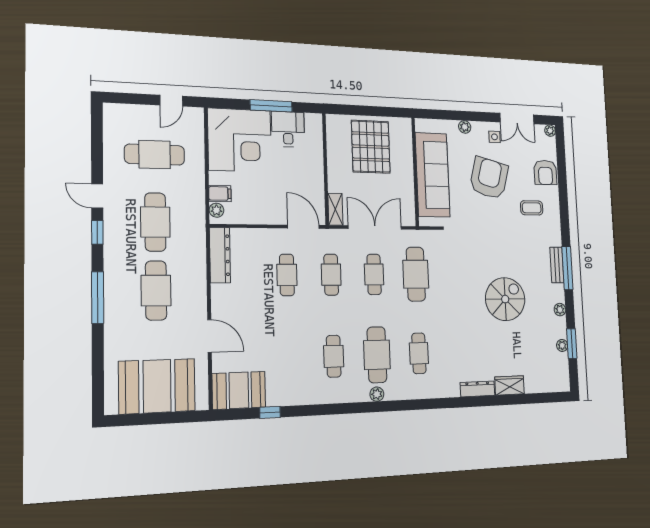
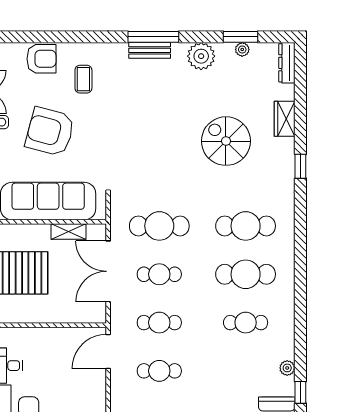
shelving: (335, 209) -> (69, 232), moved
spiral stairs: (505, 299) -> (226, 141), moved
plant: (560, 310) -> (201, 56), width x1.87, depth x1.87
cafe table: (419, 353) -> (246, 226), width x1.37, depth x1.35
dresser: (477, 389) -> (287, 63), moved
plant: (377, 394) -> (287, 368), moved
window: (471, 402) -> (300, 166), added

